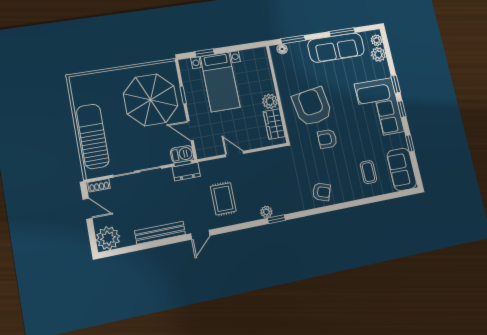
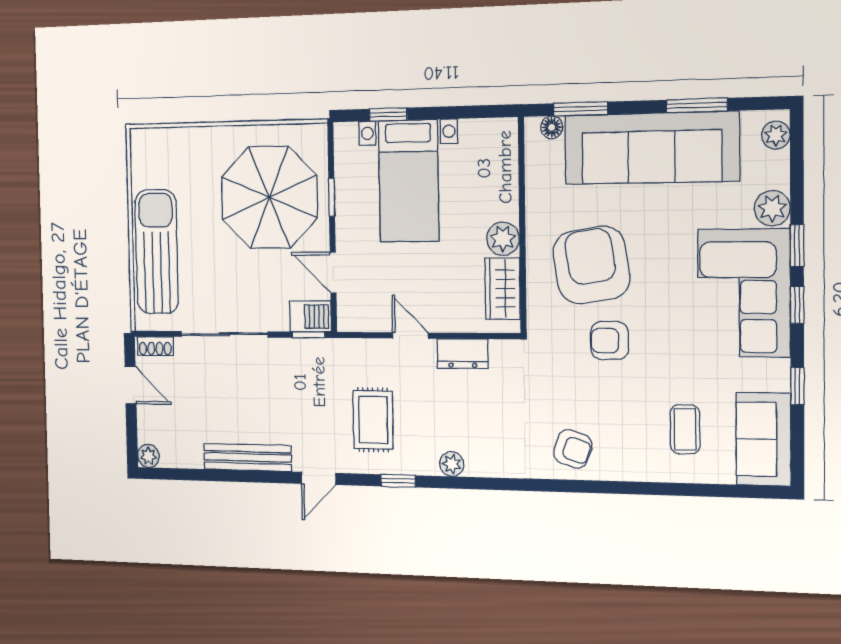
sofa: (336, 48) -> (651, 148), width x1.36, depth x1.27
plant: (378, 54) -> (772, 208), moved
dresser: (186, 172) -> (463, 354), moved
window: (276, 219) -> (398, 481), moved
plant: (108, 238) -> (148, 456), width x0.53, depth x0.53

